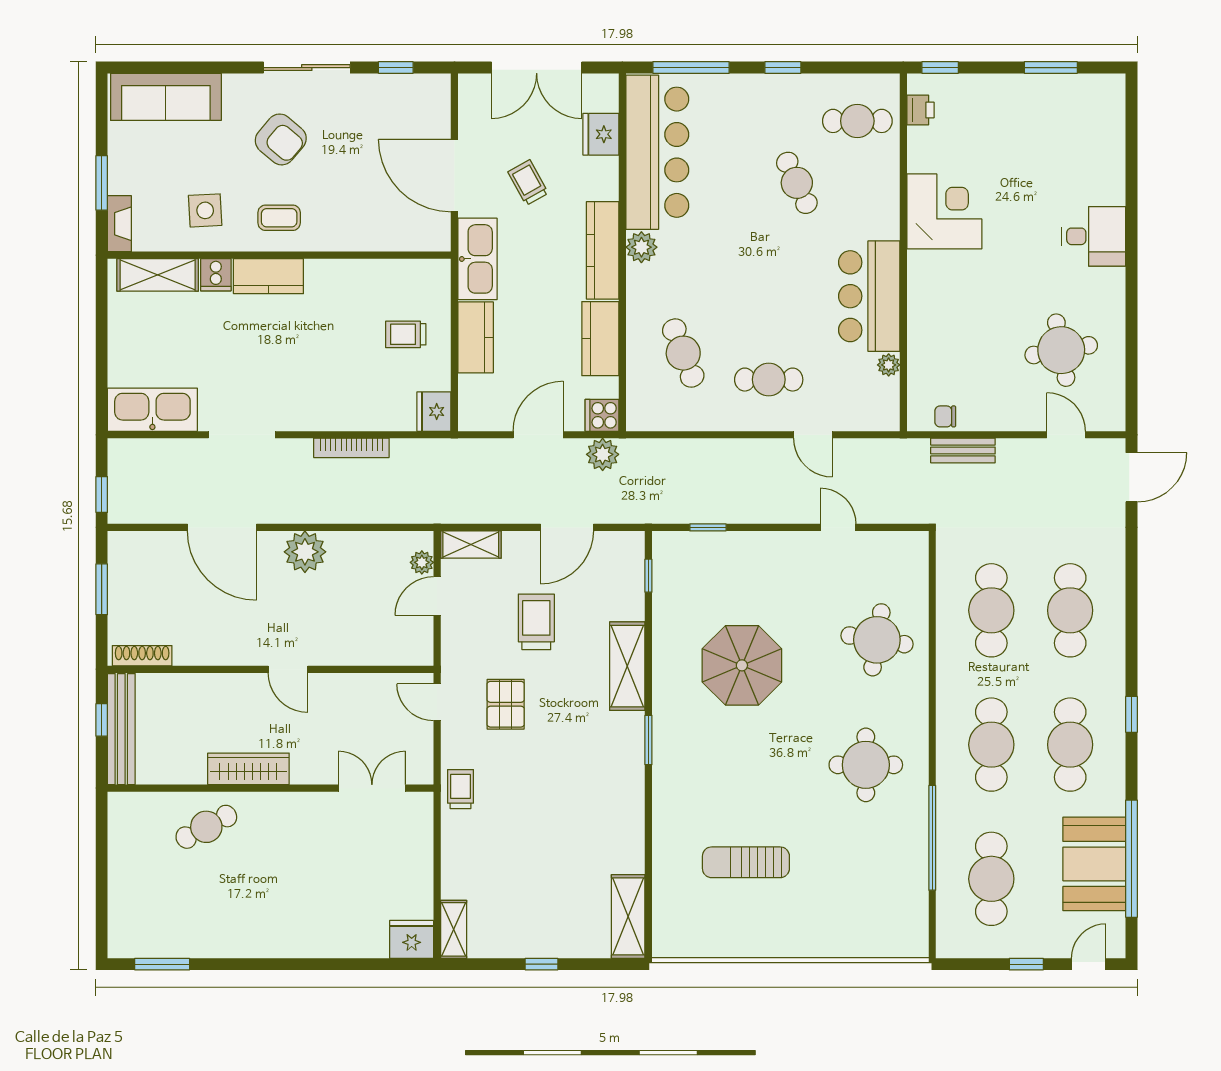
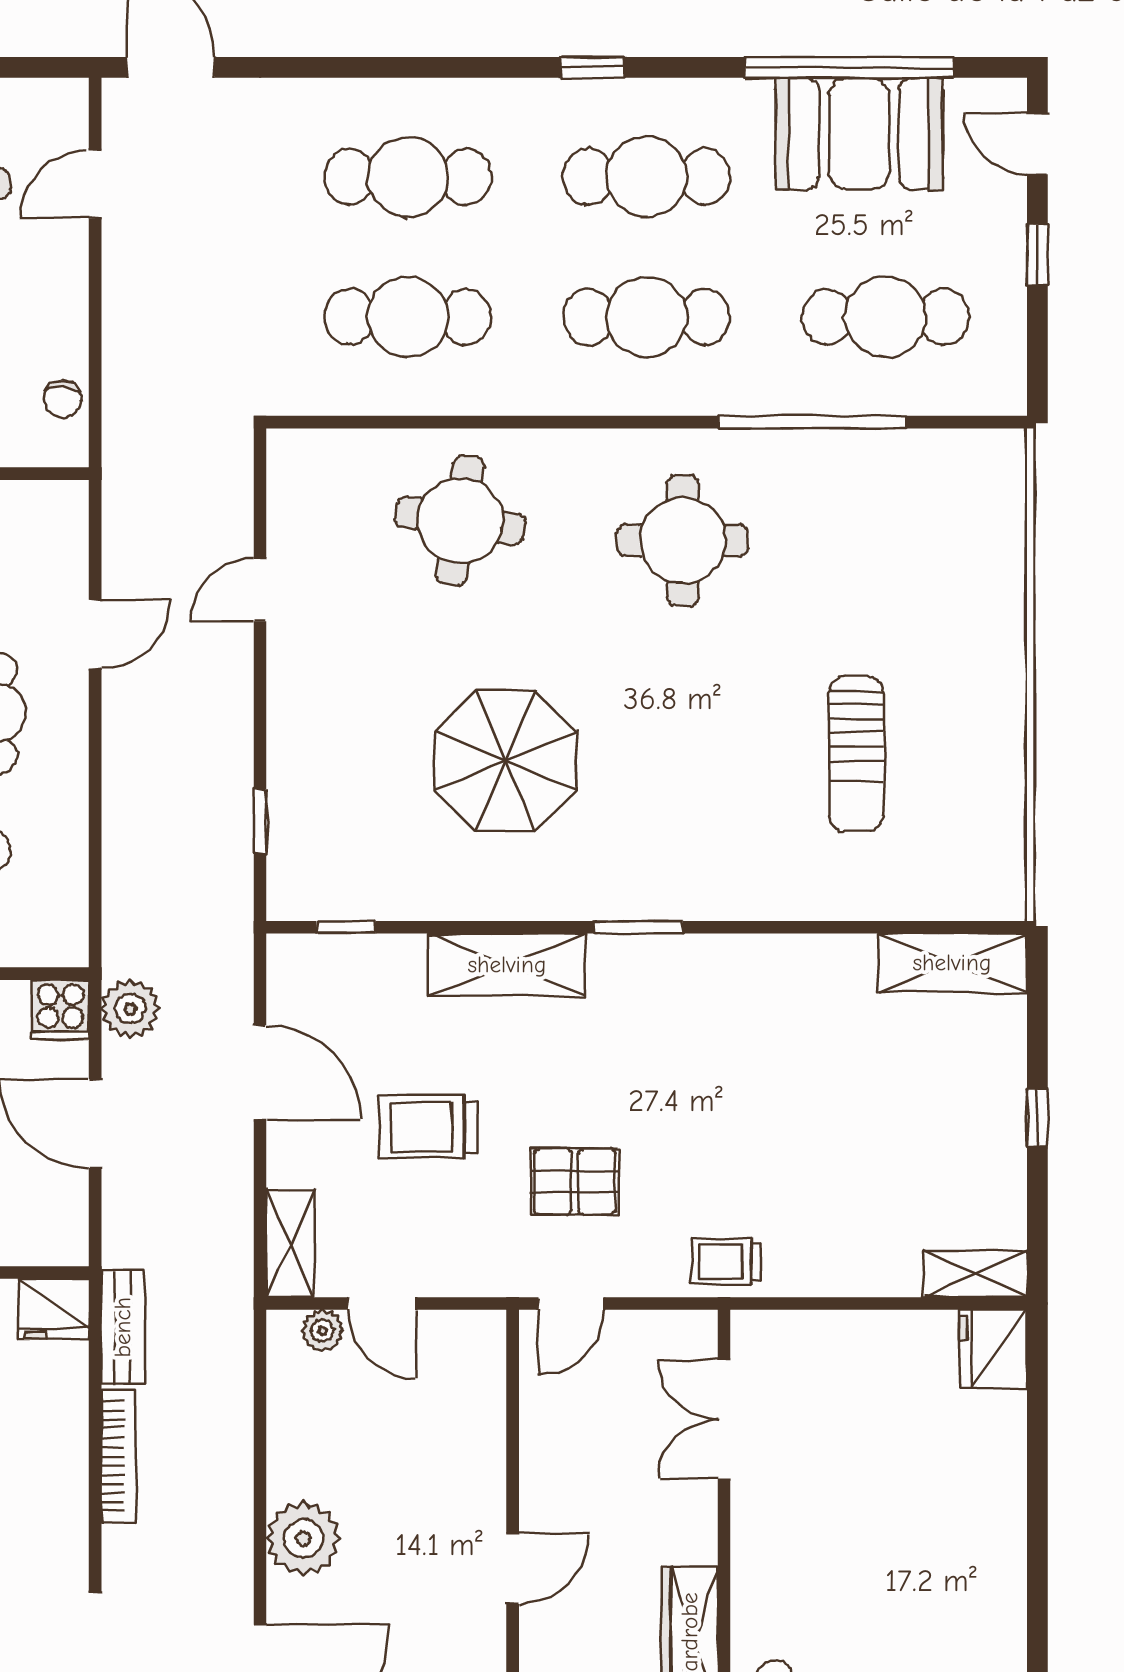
bench: (963, 451) -> (123, 1327), moved

